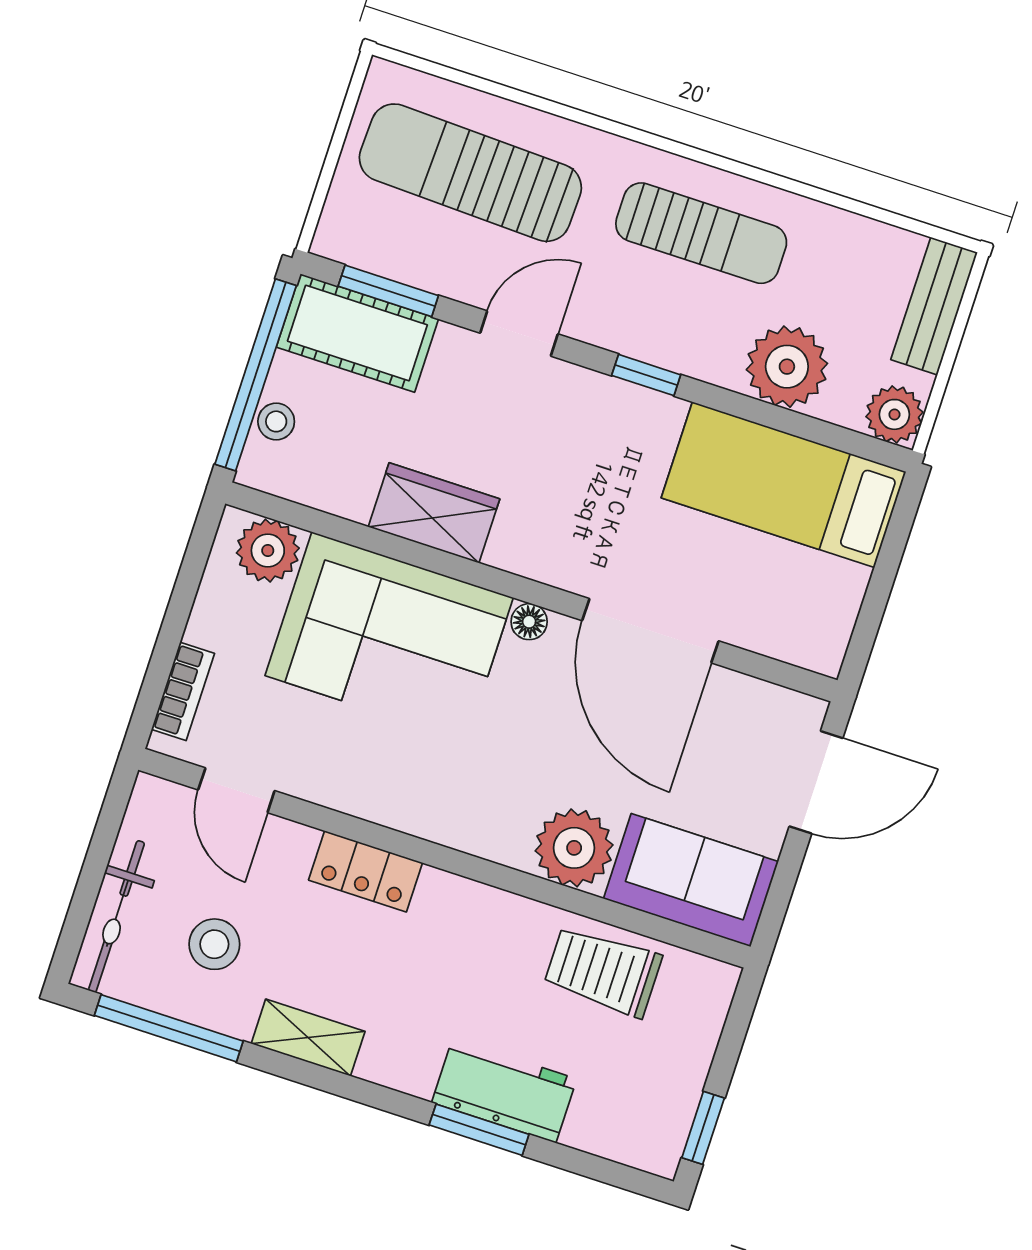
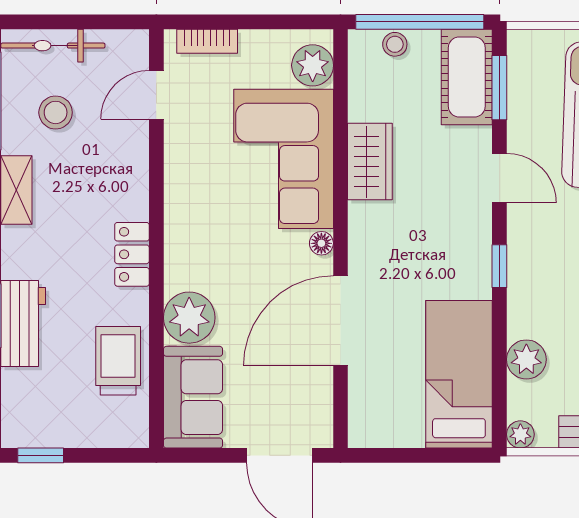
plant: (787, 367) -> (526, 359), width x0.73, depth x0.73
plant: (894, 414) -> (520, 434), width x0.73, depth x0.73
locker: (366, 871) -> (132, 254), moved

